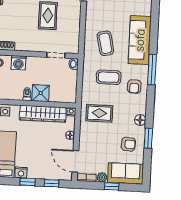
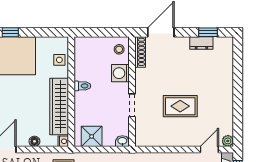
doorway: (56, 55) -> (132, 105), moved
shower: (41, 93) -> (92, 136), moved

